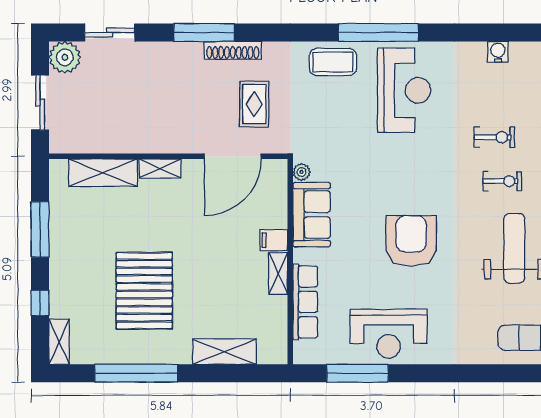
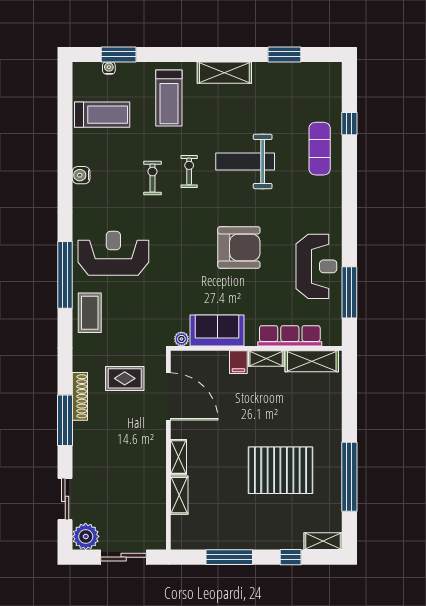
shelving: (103, 173) -> (179, 495), width x0.67, depth x0.75
armchair: (411, 241) -> (239, 247), turned 180
shelving: (224, 352) -> (312, 361), moved, turned 90

